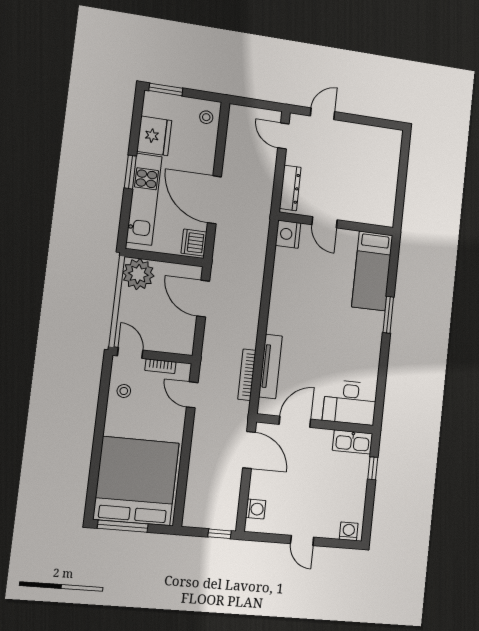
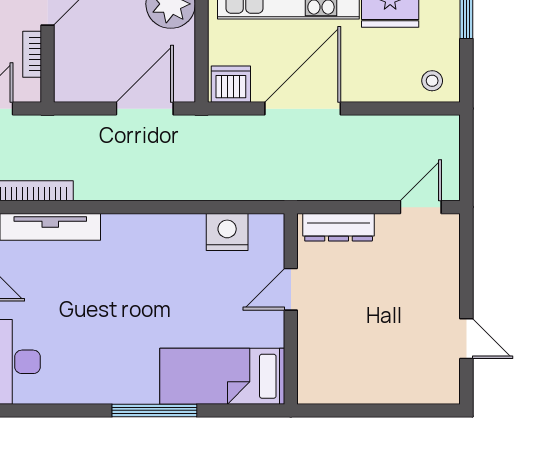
door: (323, 114) -> (466, 339), moved
nightstand: (288, 234) -> (227, 232), moved
window: (388, 315) -> (154, 410), width x1.44

